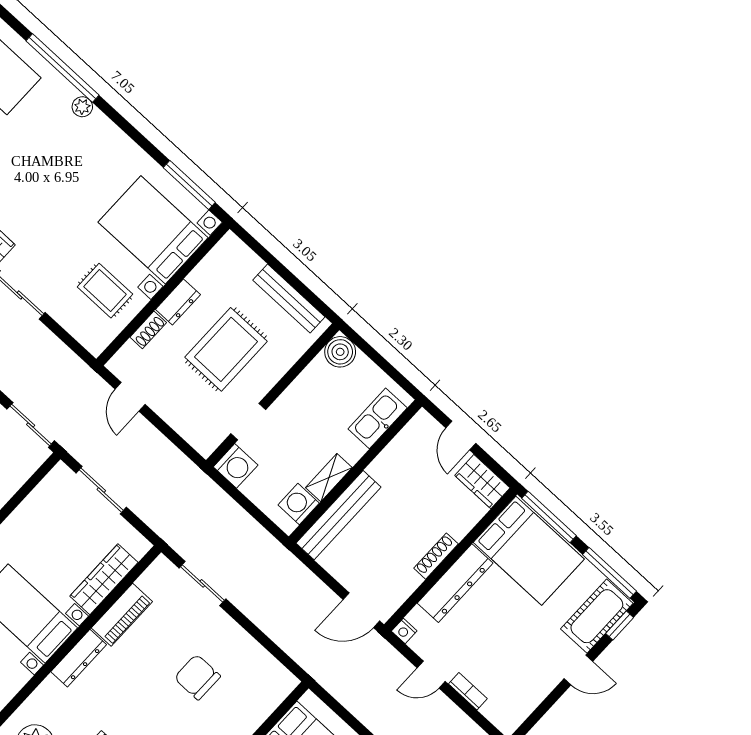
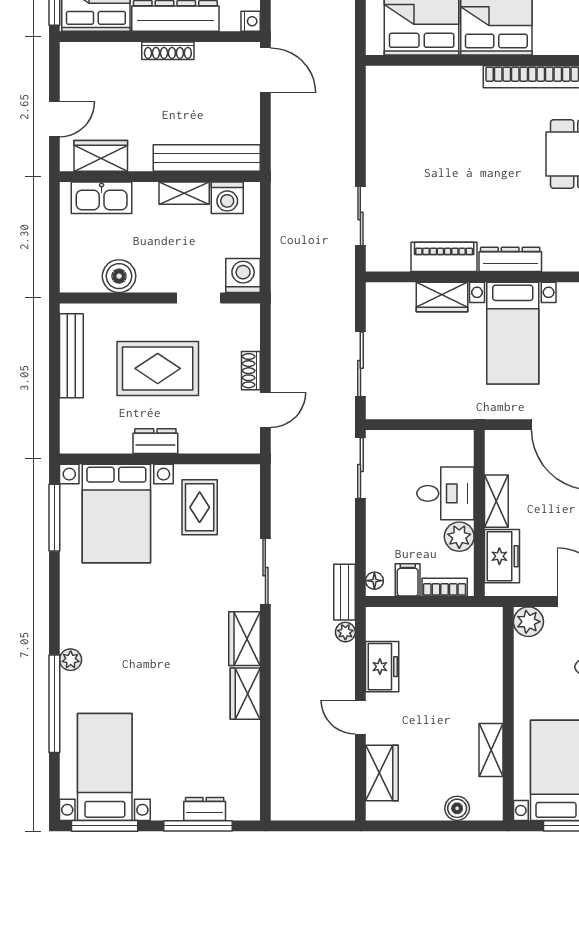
shoe rack: (148, 330) -> (251, 371), moved, turned -90
boiler: (340, 352) -> (119, 276), moved
wardrobe: (482, 482) -> (101, 156), moved, turned -90
wardrobe: (104, 579) -> (442, 297), width x0.67
chair: (197, 677) -> (438, 151), removed

